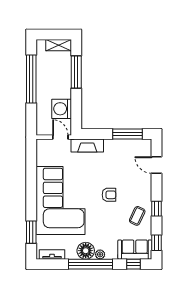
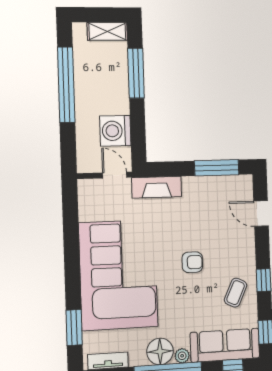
sofa: (135, 250) -> (225, 345), width x1.36

